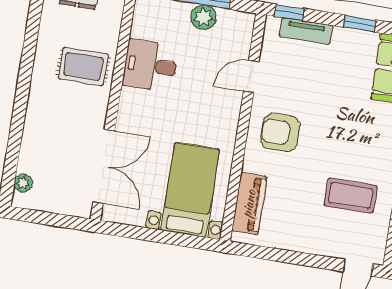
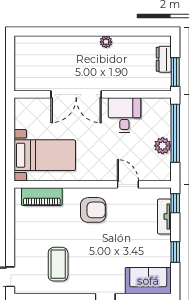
rug: (83, 66) -> (117, 70), removed
armchair: (280, 133) -> (93, 210), turned 90
double door: (104, 166) -> (76, 94), moved
plant: (23, 183) -> (106, 42), moved

